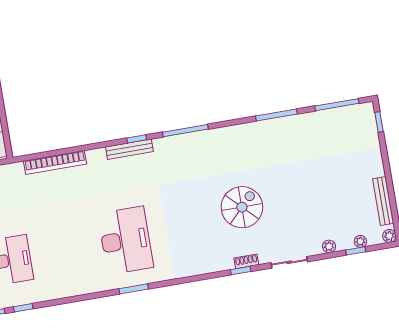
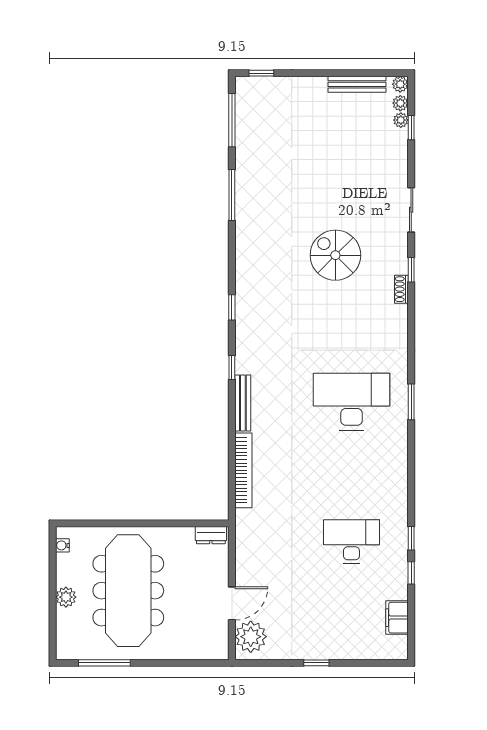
window: (185, 131) -> (232, 307), width x0.46
bench: (129, 149) -> (243, 403), moved
plant: (329, 246) -> (400, 103), moved
shoe rack: (246, 261) -> (401, 289), moved

